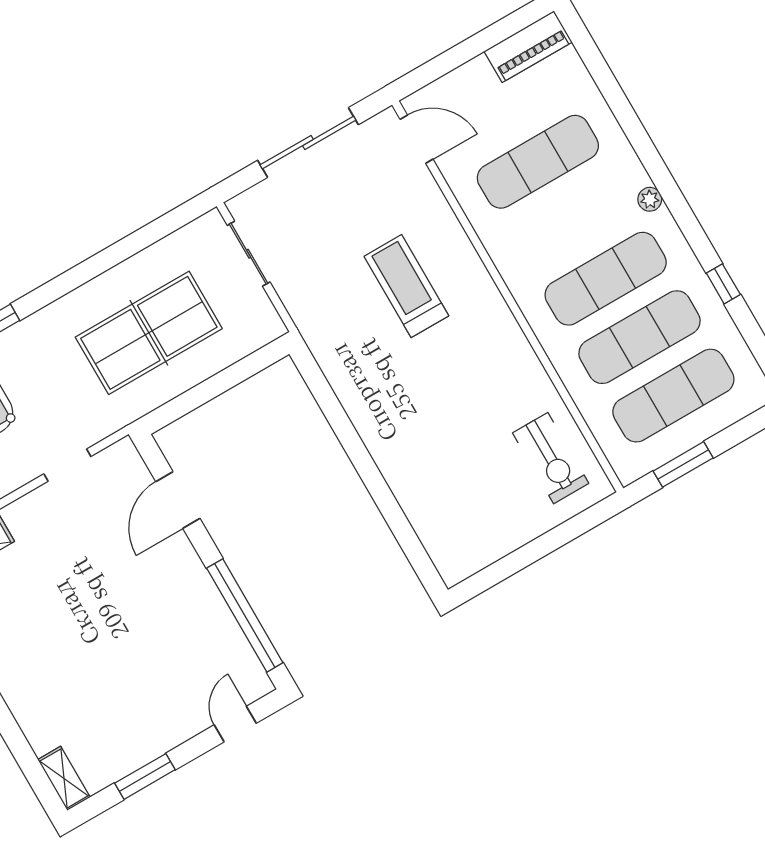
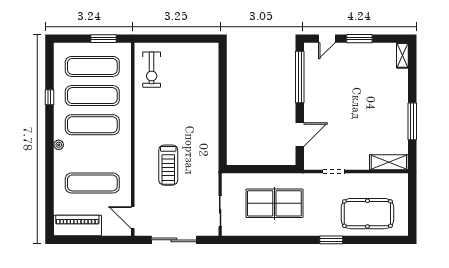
piano: (528, 47) -> (77, 225), width x1.37, depth x1.33
exercise bike: (551, 458) -> (152, 70), turned 180
window: (145, 776) -> (359, 39), moved

